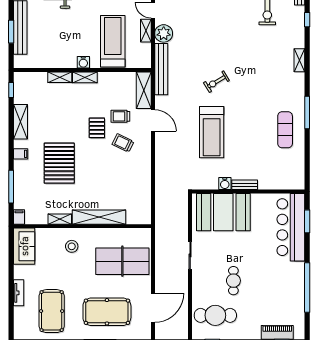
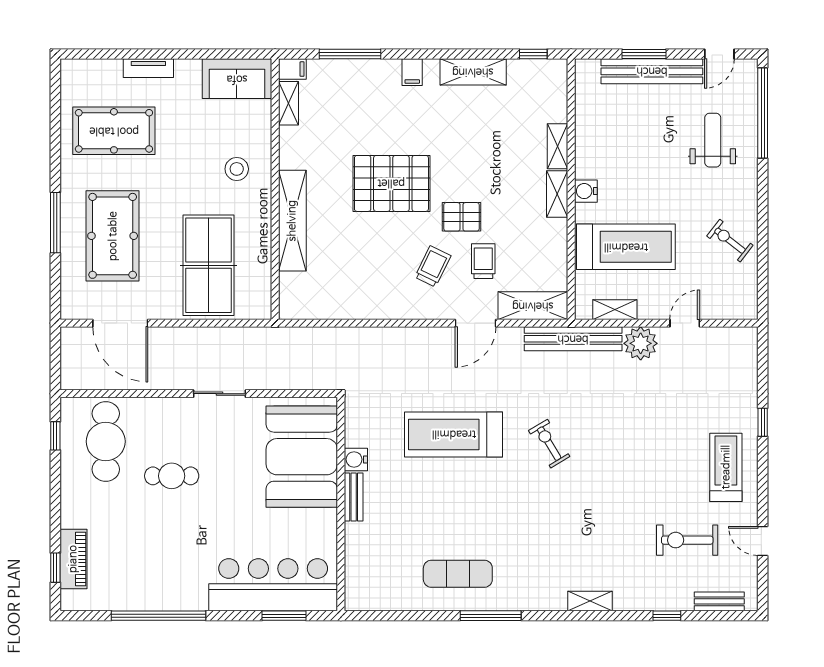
shelving: (146, 31) -> (615, 310), moved
pallet: (59, 163) -> (391, 183), moved
shelving: (60, 219) -> (288, 103), moved

